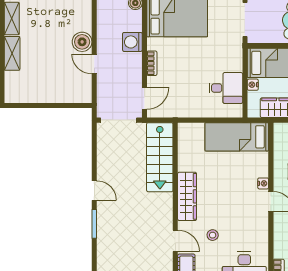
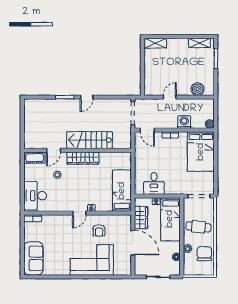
boiler: (82, 42) -> (198, 89), moved
shelving: (12, 53) -> (155, 43), moved
stairs: (160, 157) -> (90, 140), moved

